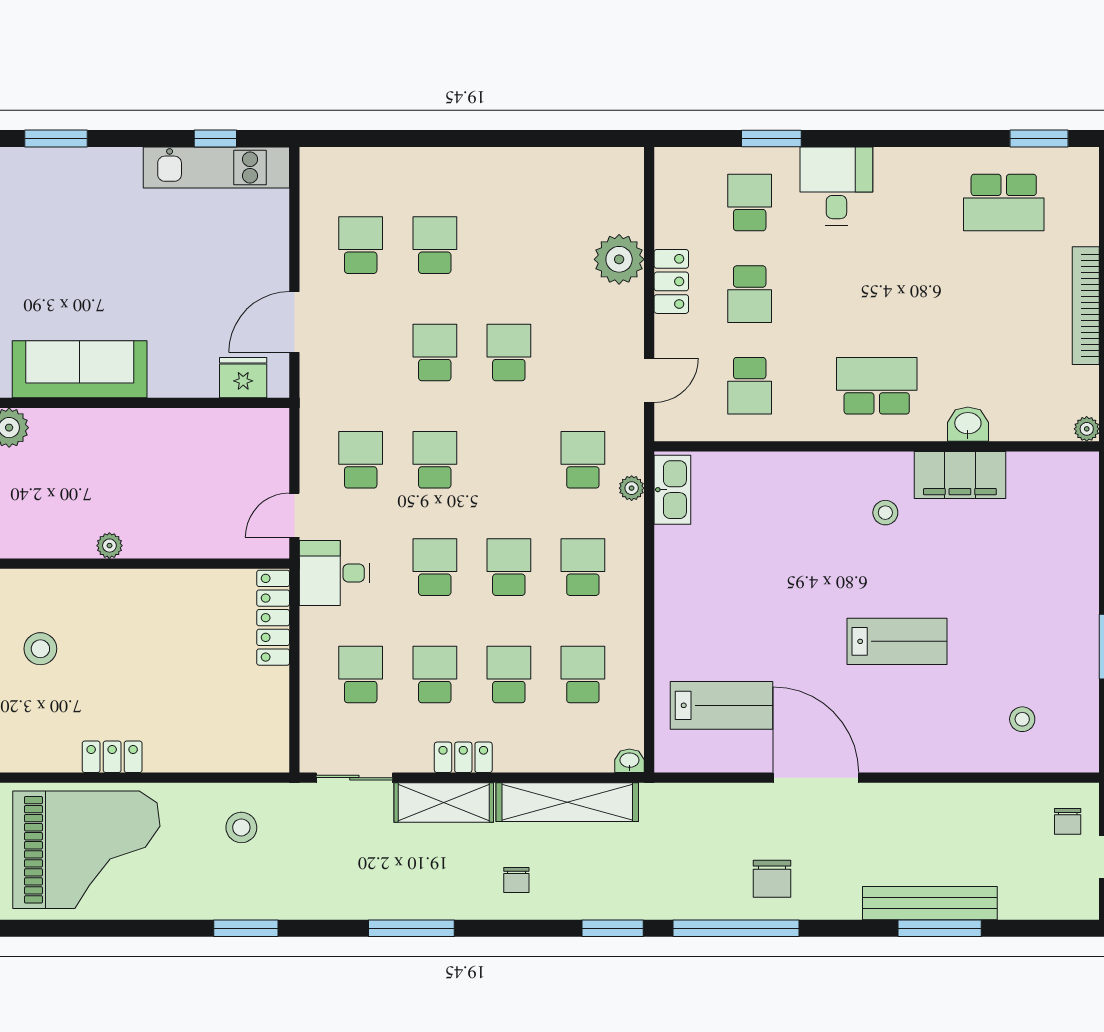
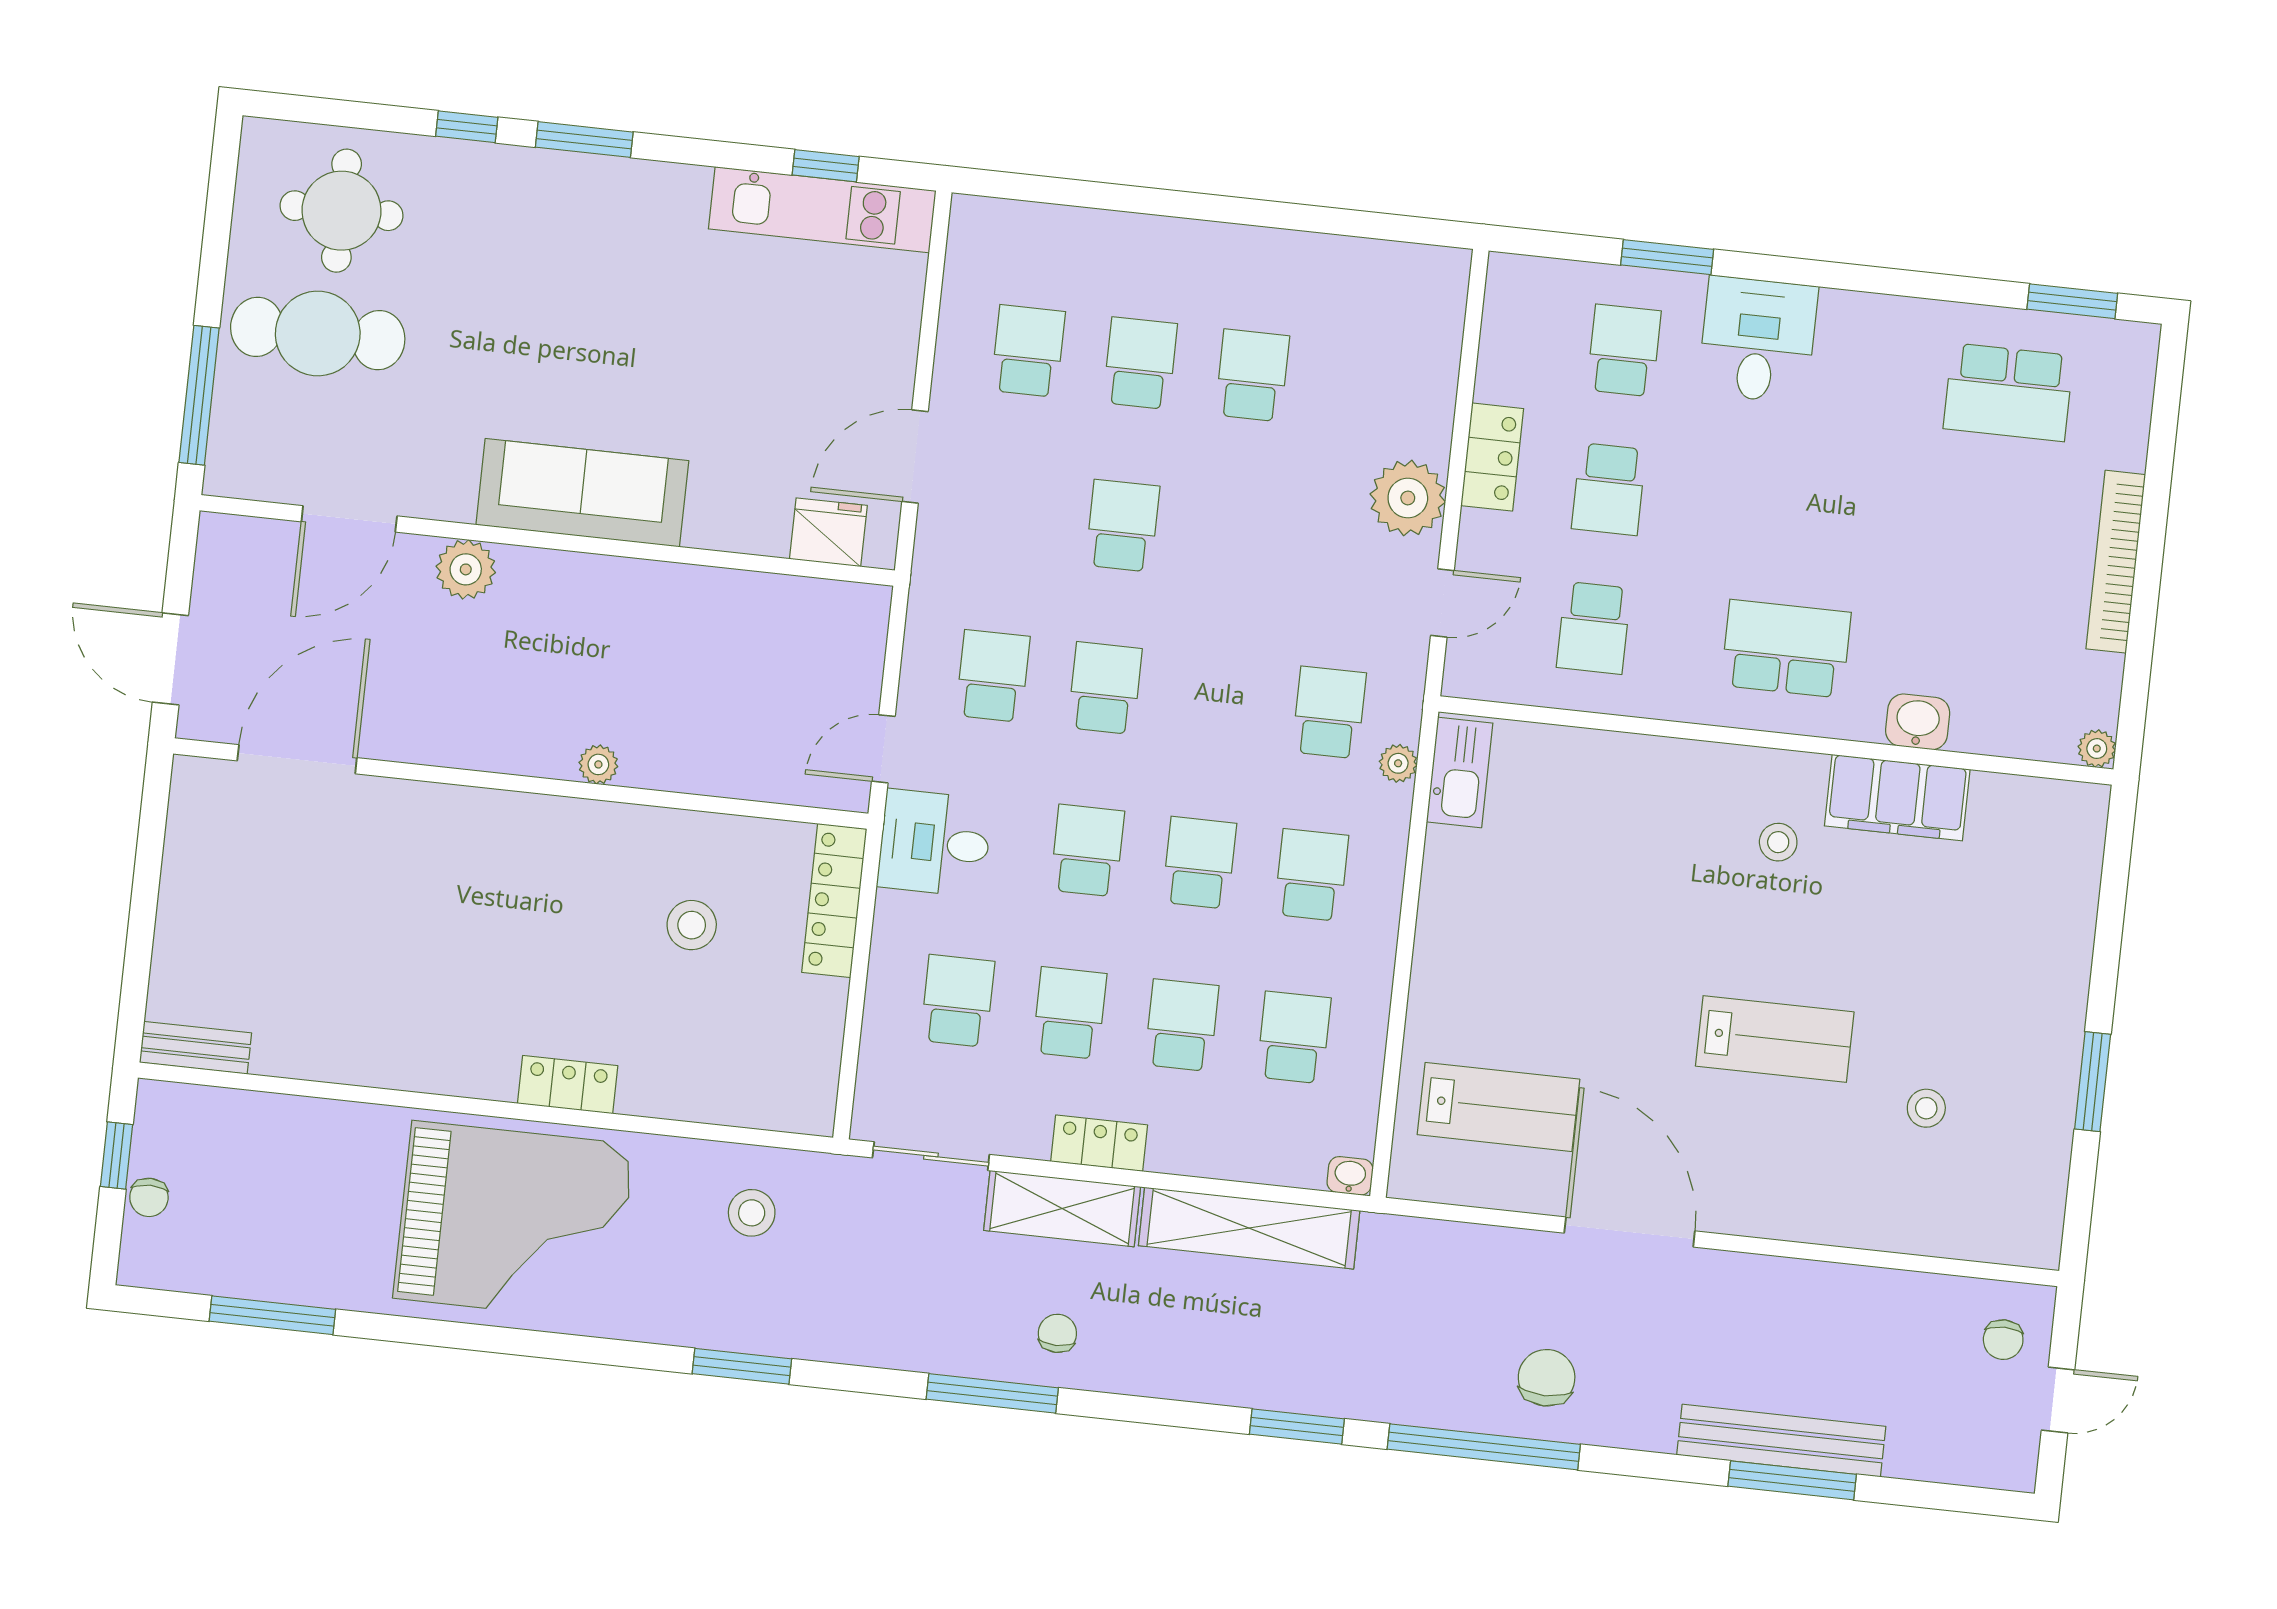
plant: (619, 259) -> (1408, 498), moved
school desk: (509, 352) -> (1252, 375), moved
stool: (40, 649) -> (692, 925), moved
stool: (1022, 719) -> (1926, 1108), moved
chair: (772, 879) -> (1547, 1378), turned 180
chair: (516, 880) -> (1057, 1333), moved, turned 180

